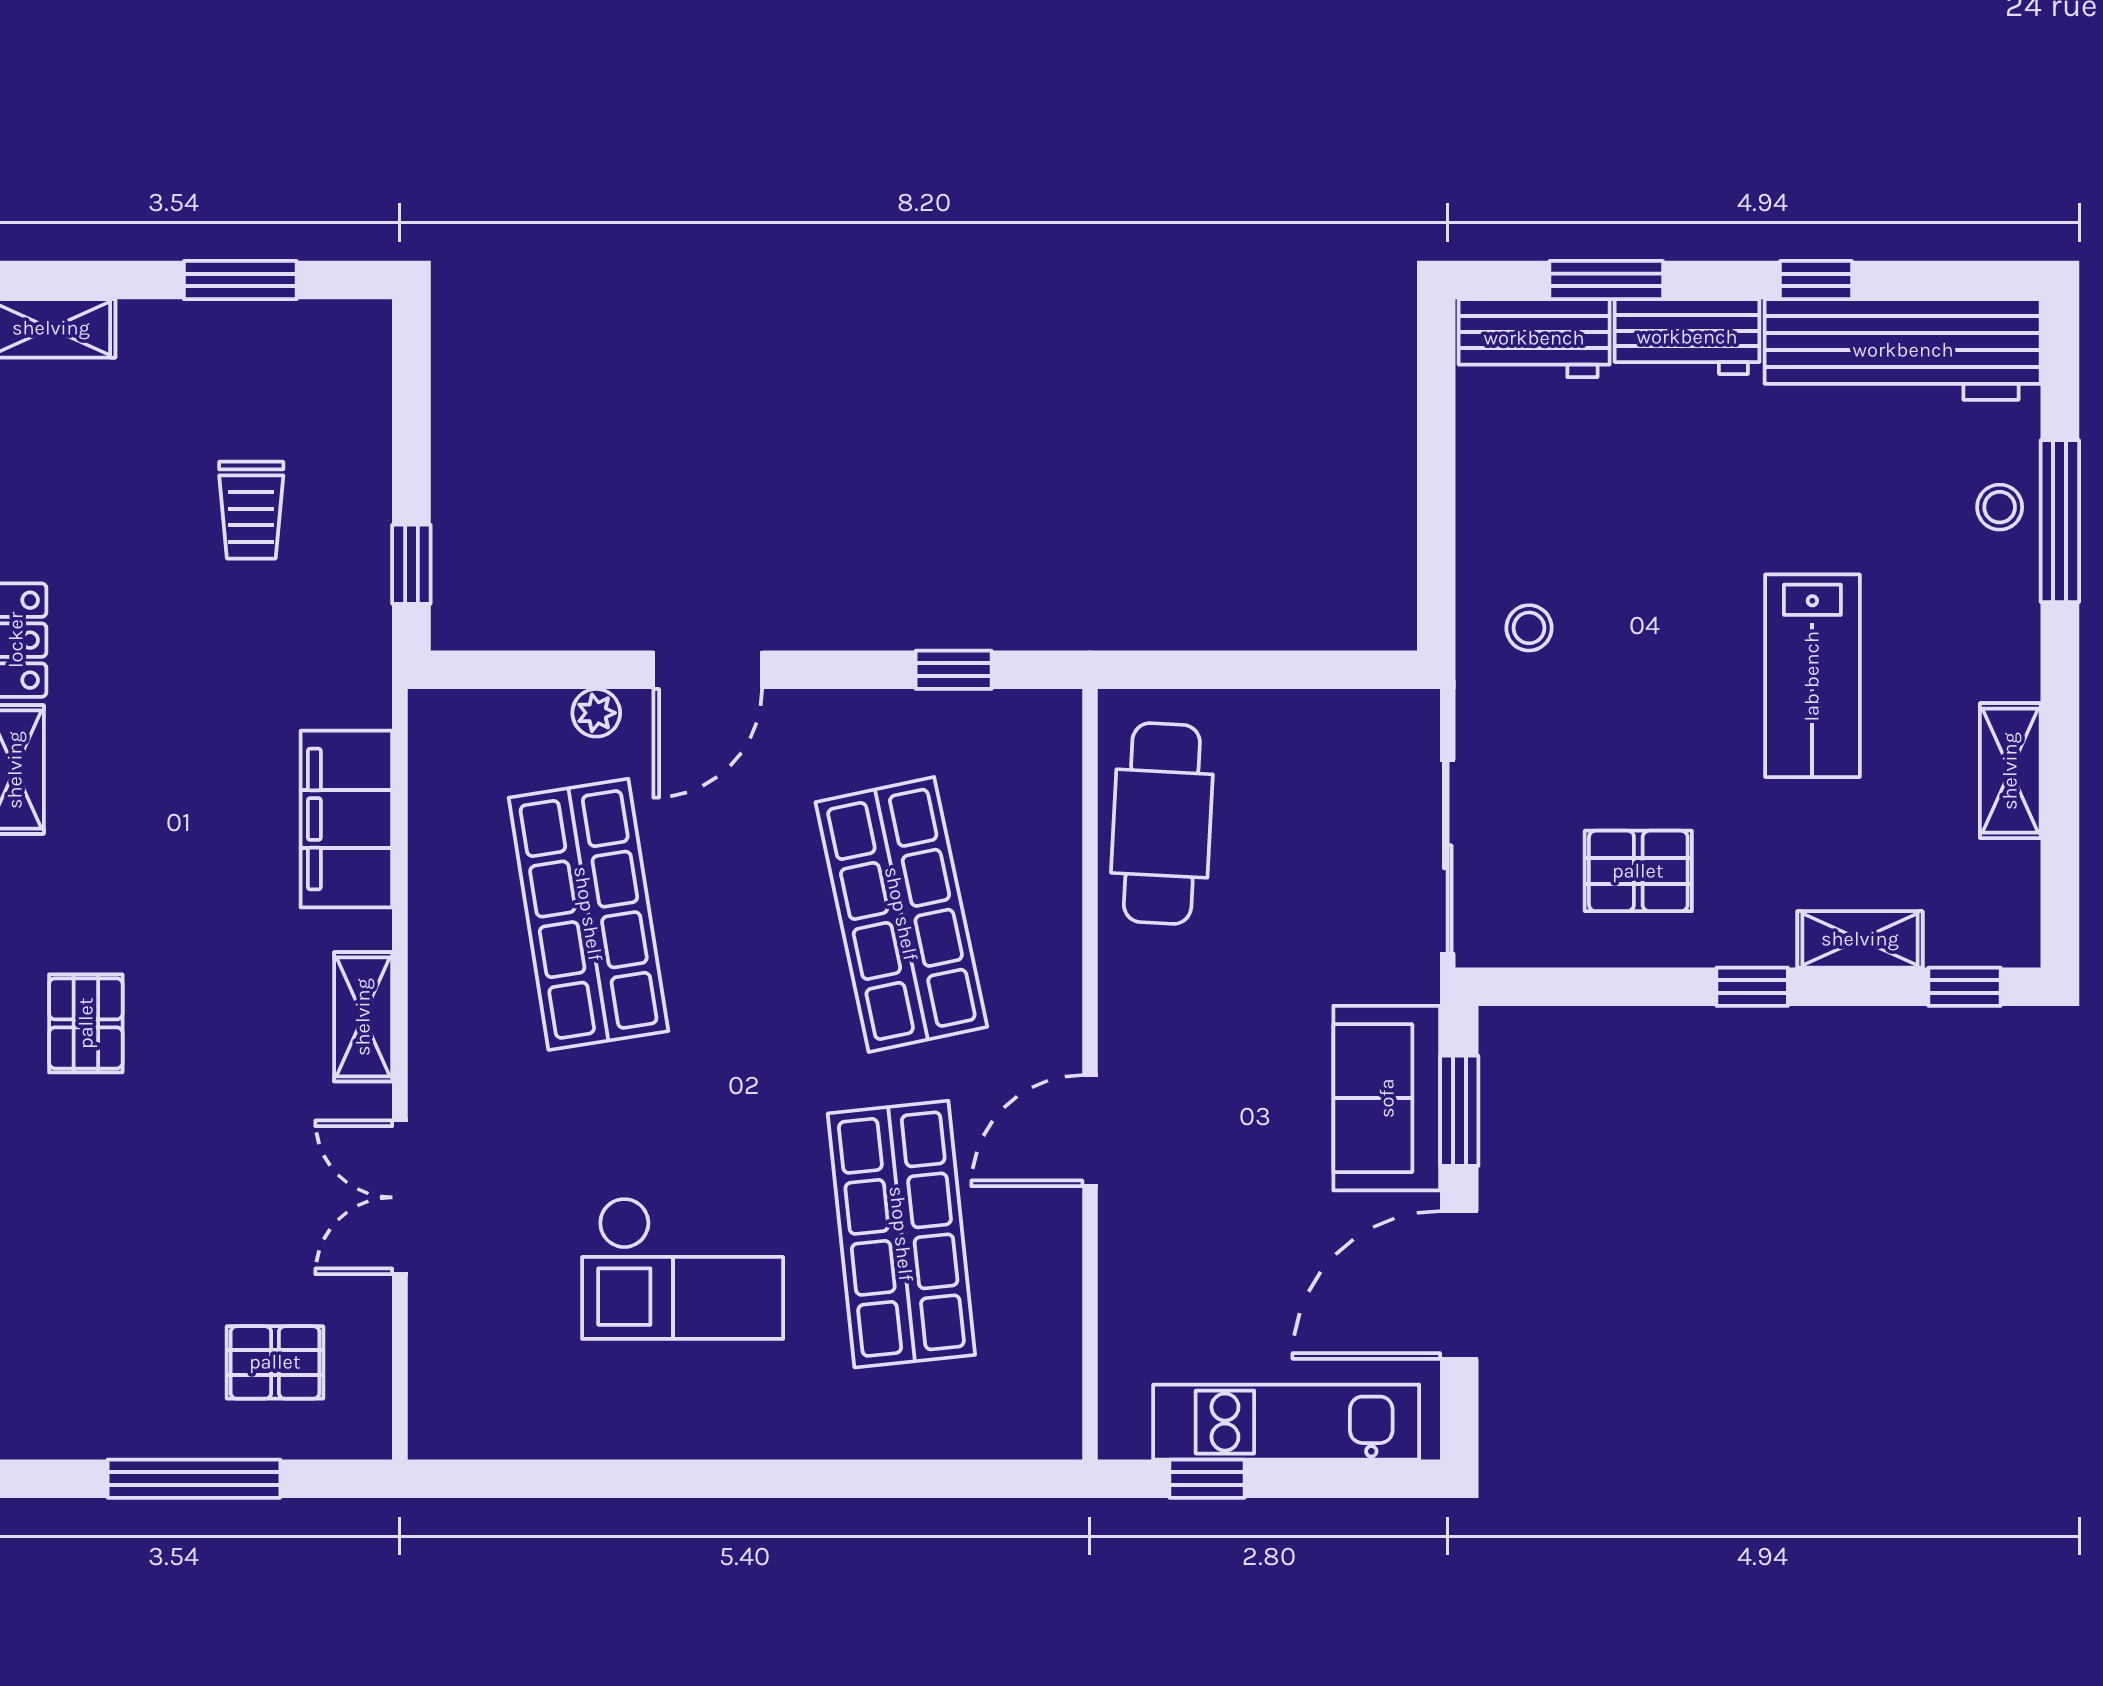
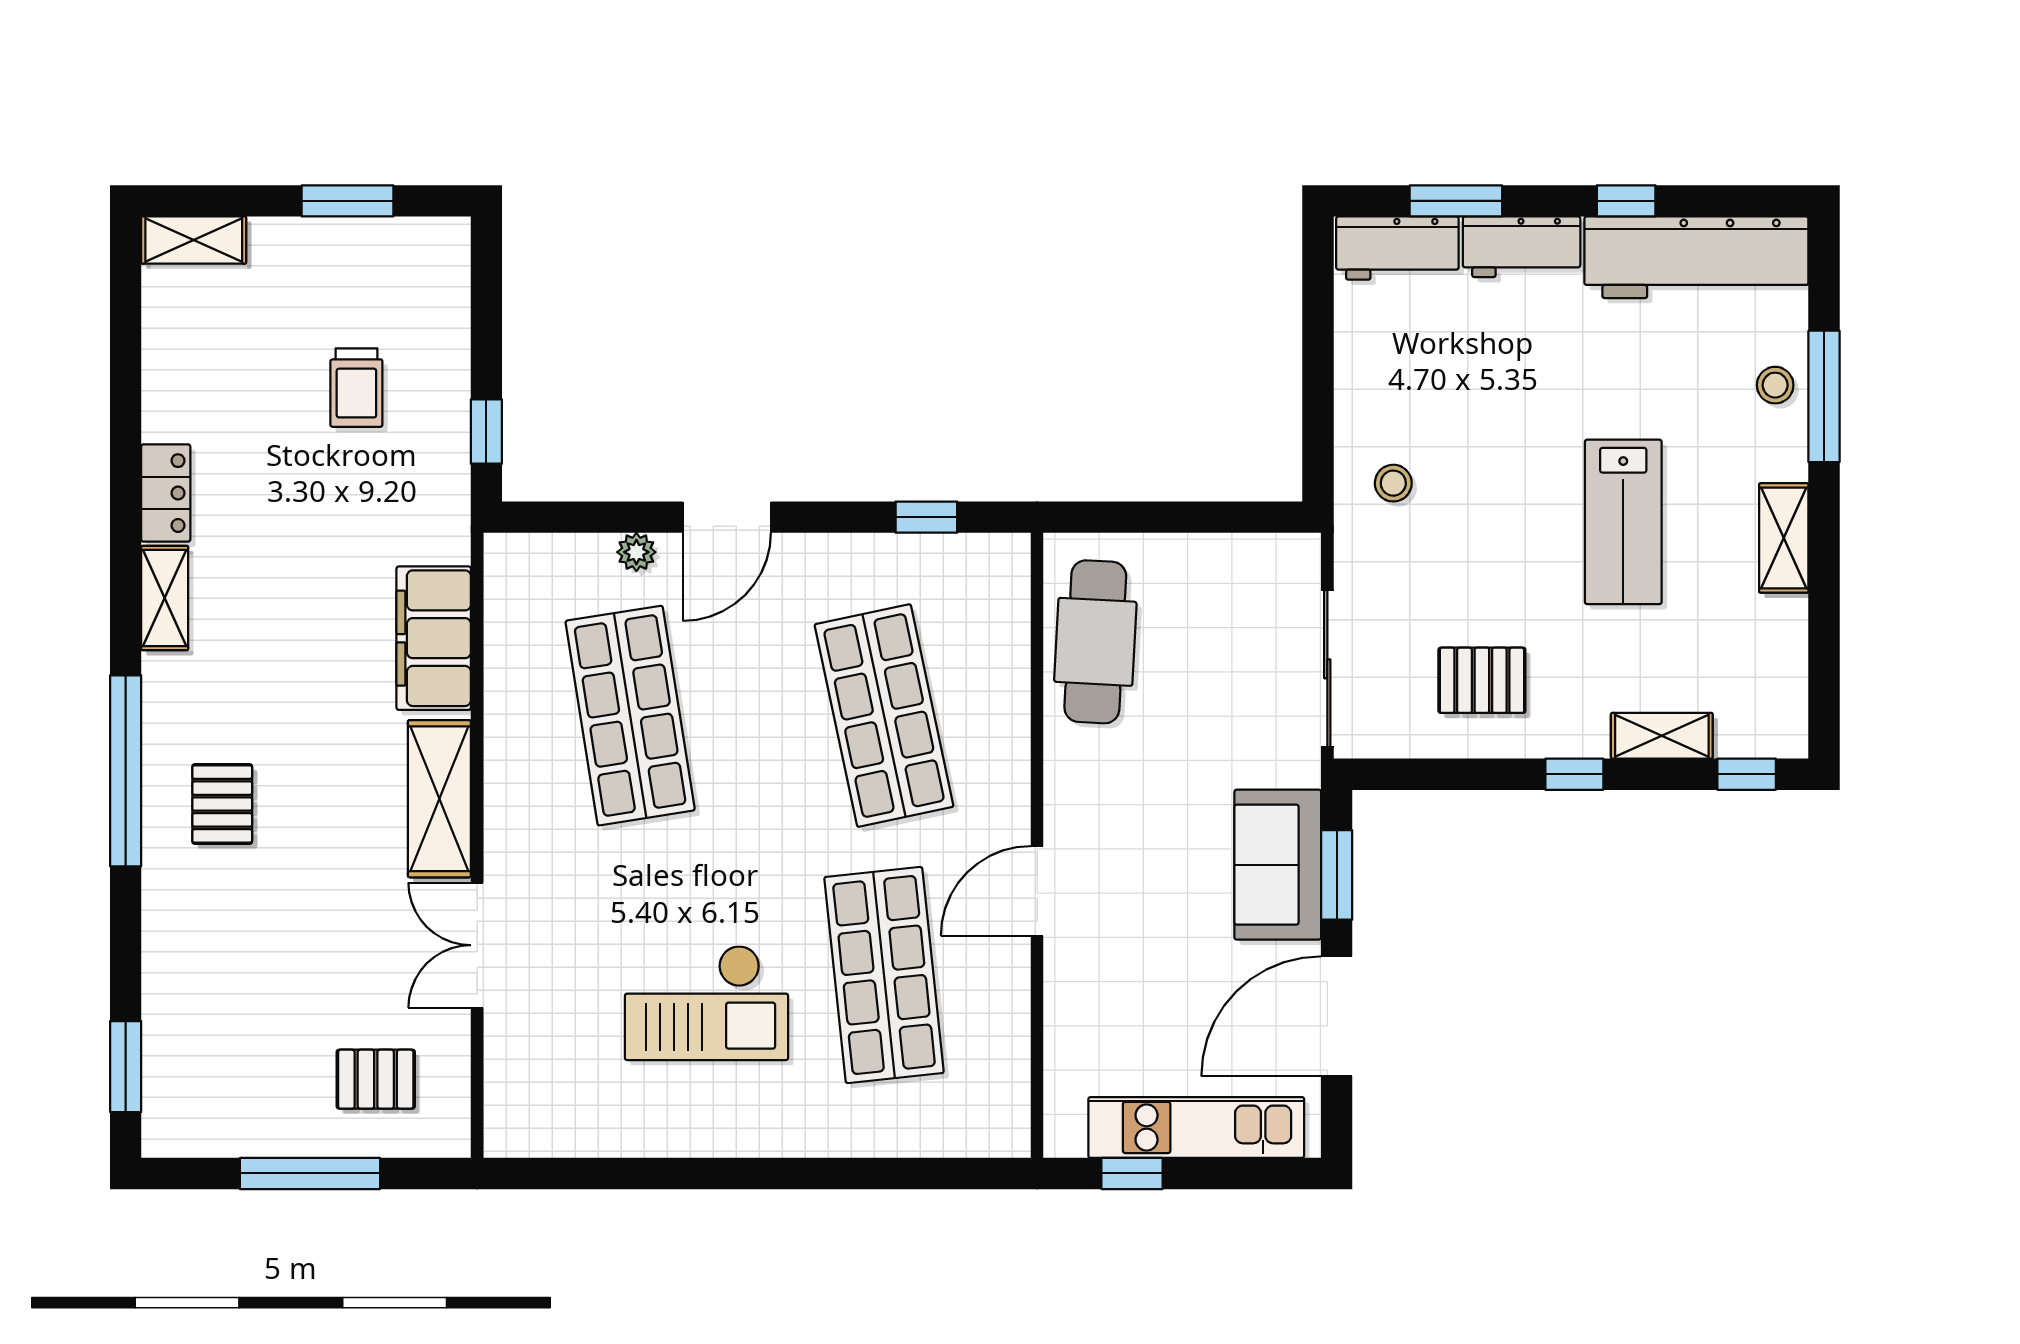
shelving: (2010, 771) -> (1784, 538), moved
shelving: (363, 1017) -> (439, 799), width x1.50, depth x1.33

